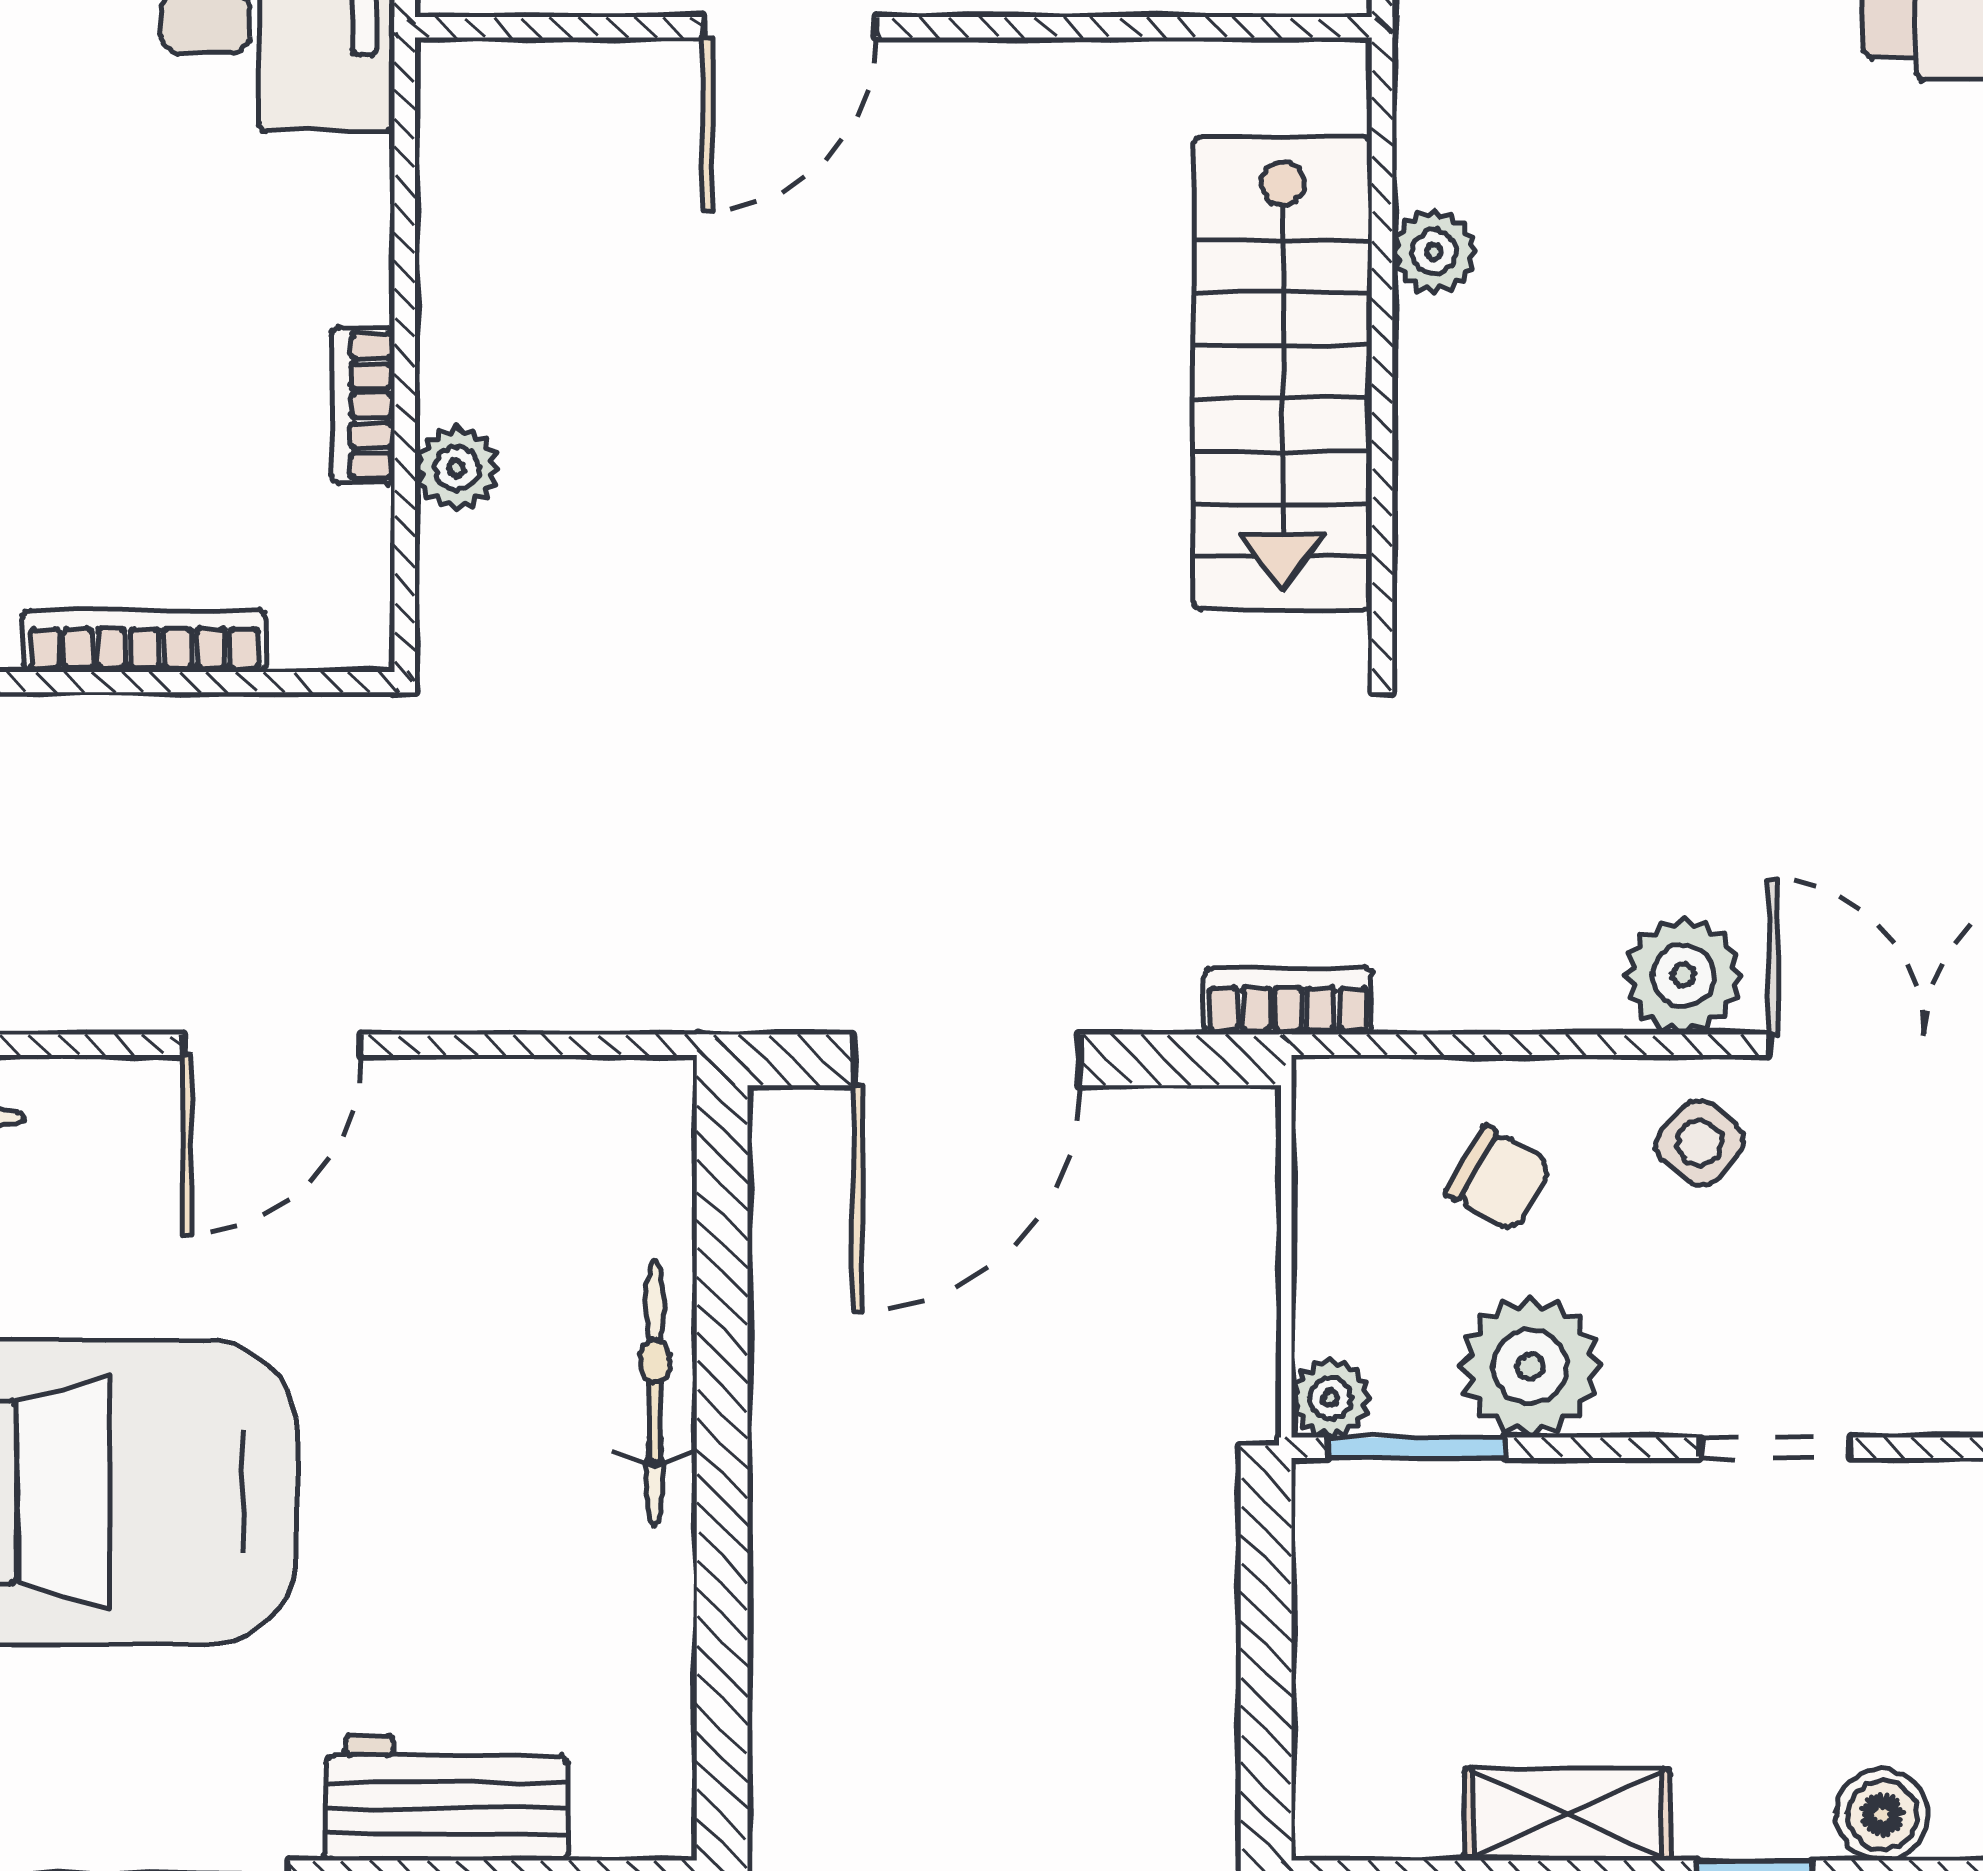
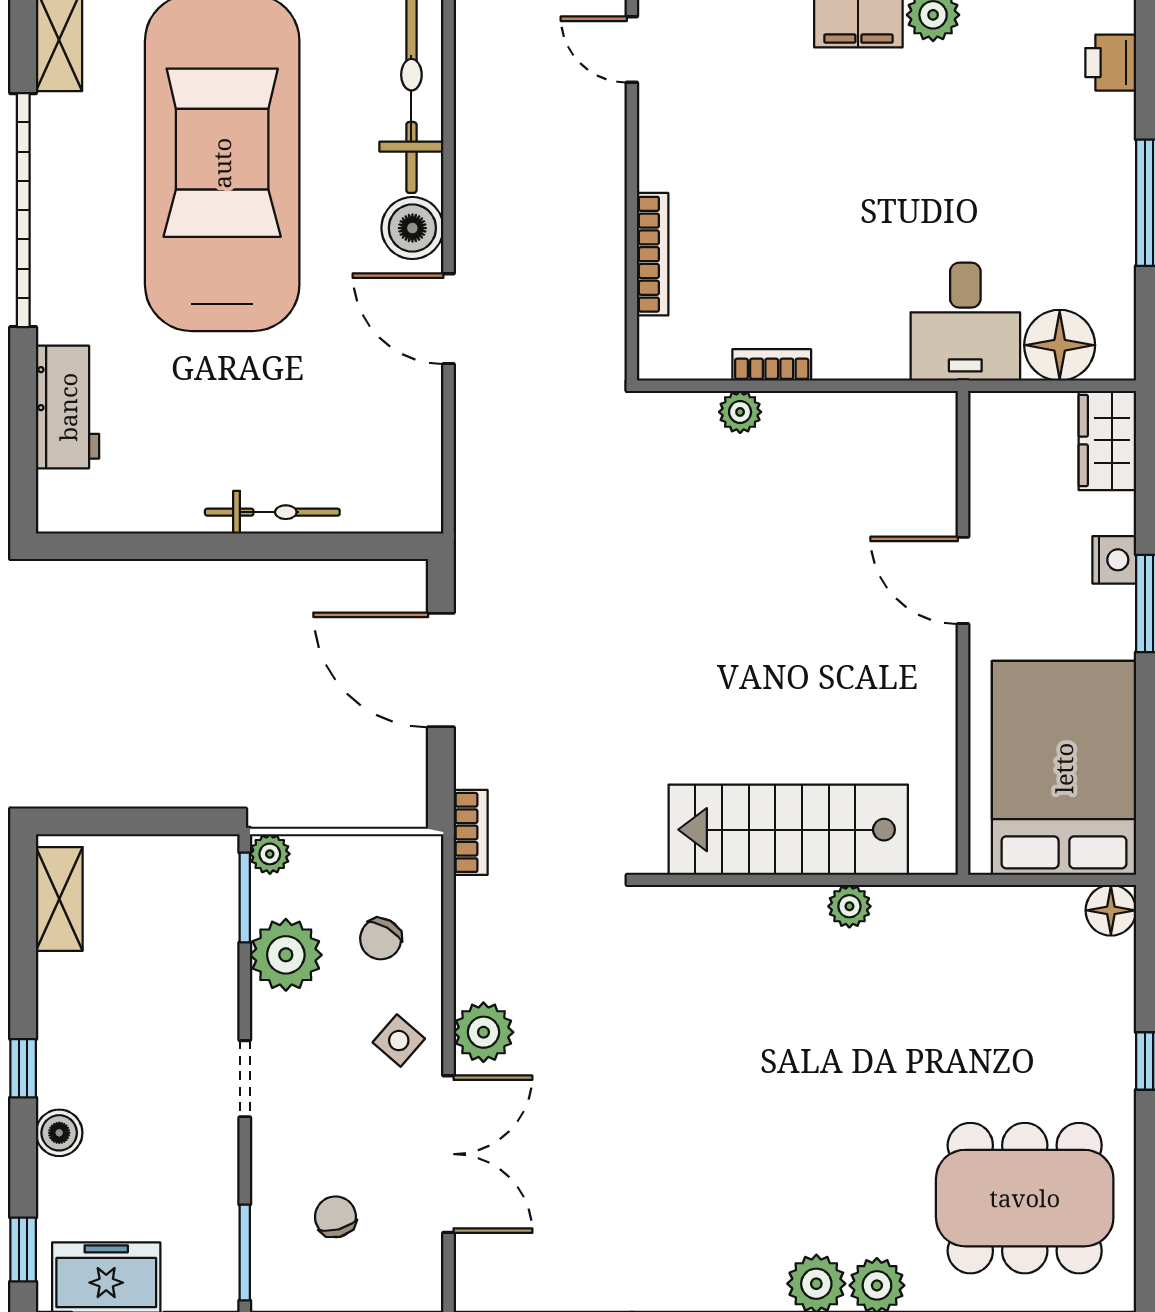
boiler: (93, 1116) -> (412, 228), added
shelving: (1567, 1815) -> (59, 899), moved

